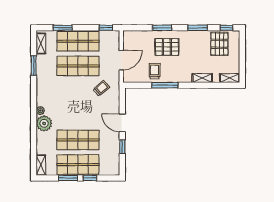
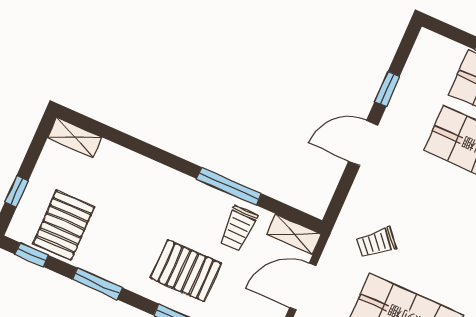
window: (242, 49) -> (17, 191), added
shelving: (202, 78) -> (294, 234), moved
door: (122, 123) -> (363, 143), swing flipped

